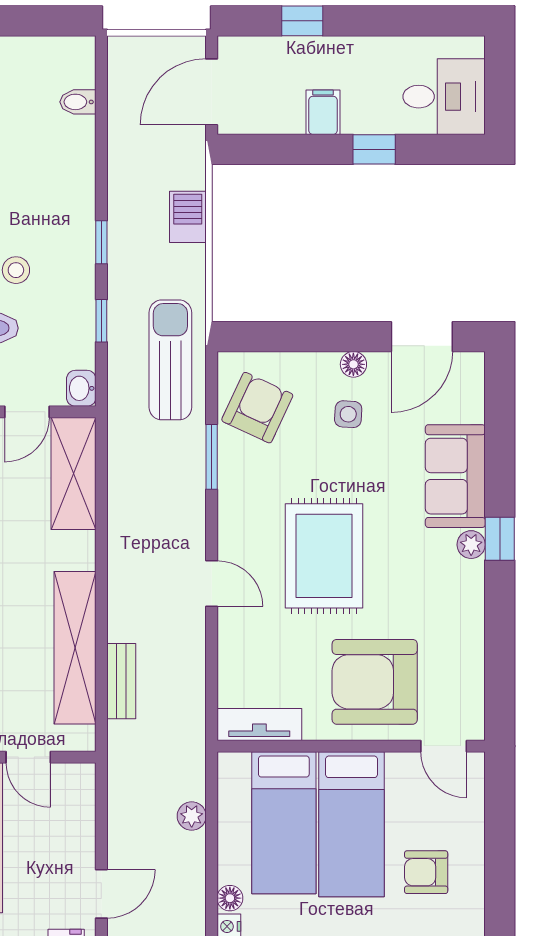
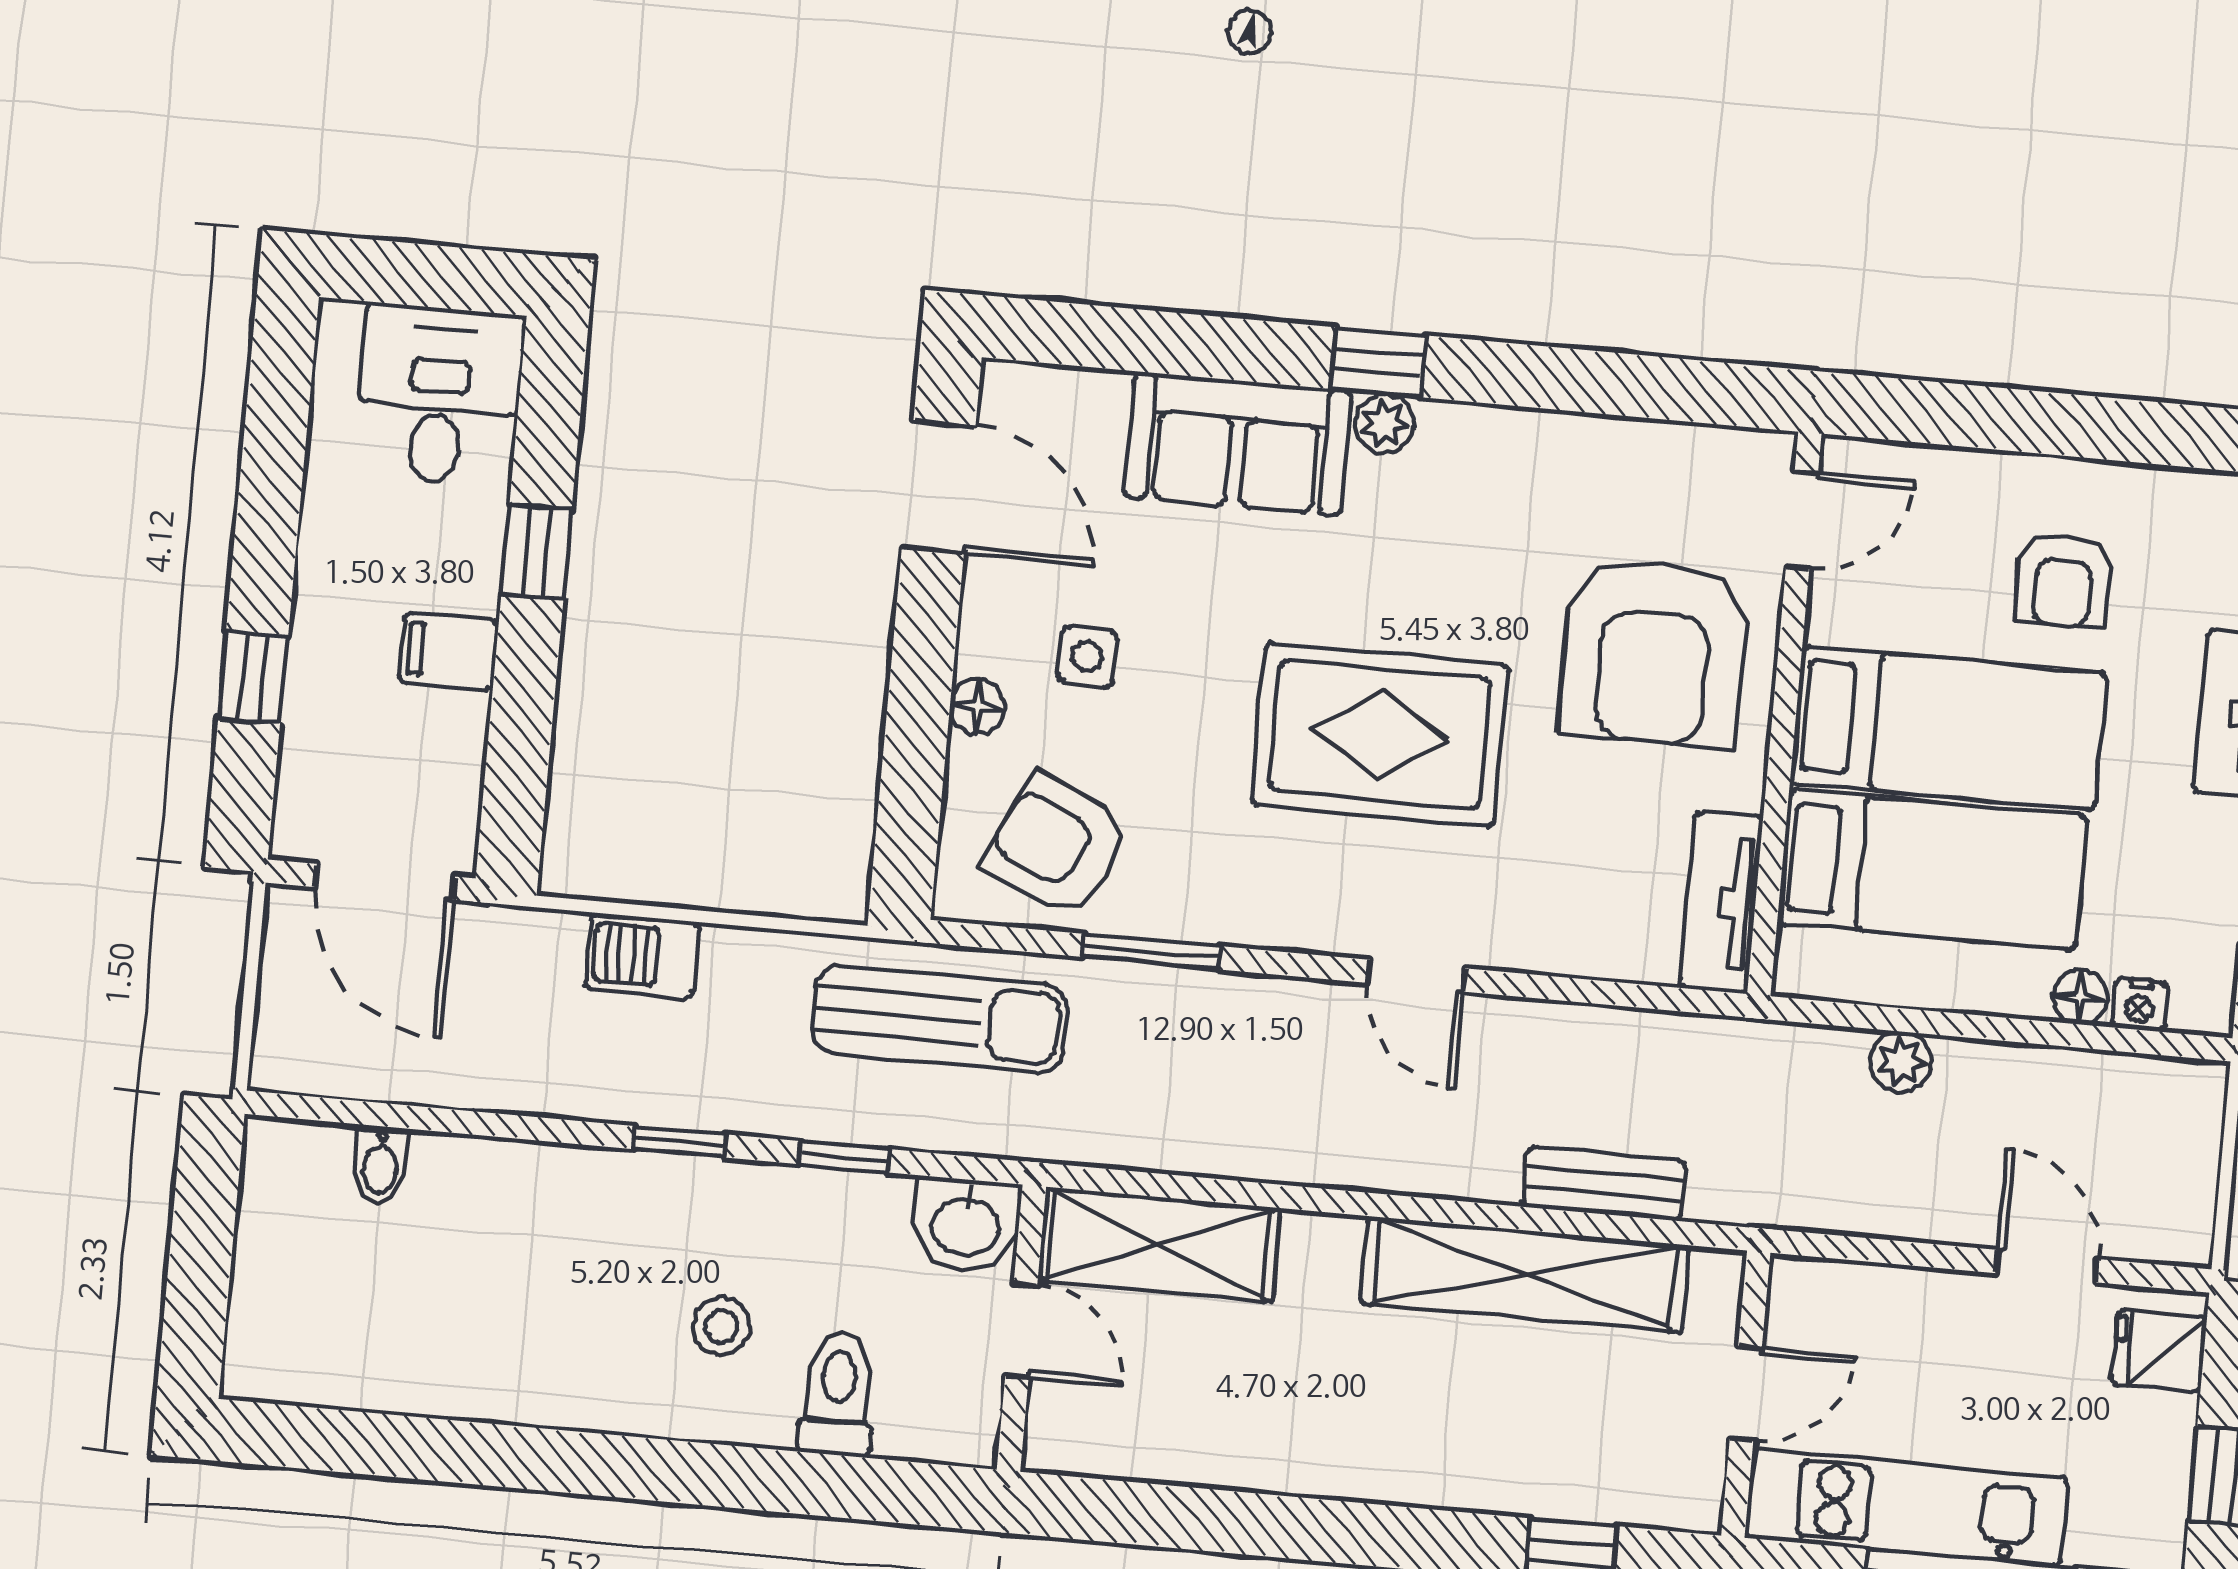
sun lounger: (170, 360) -> (939, 1019), turned 180
floor lamp: (353, 364) -> (977, 707), moved
washbasin: (81, 388) -> (966, 1224), width x1.38, depth x1.45
door: (212, 584) -> (1417, 976), swing flipped

